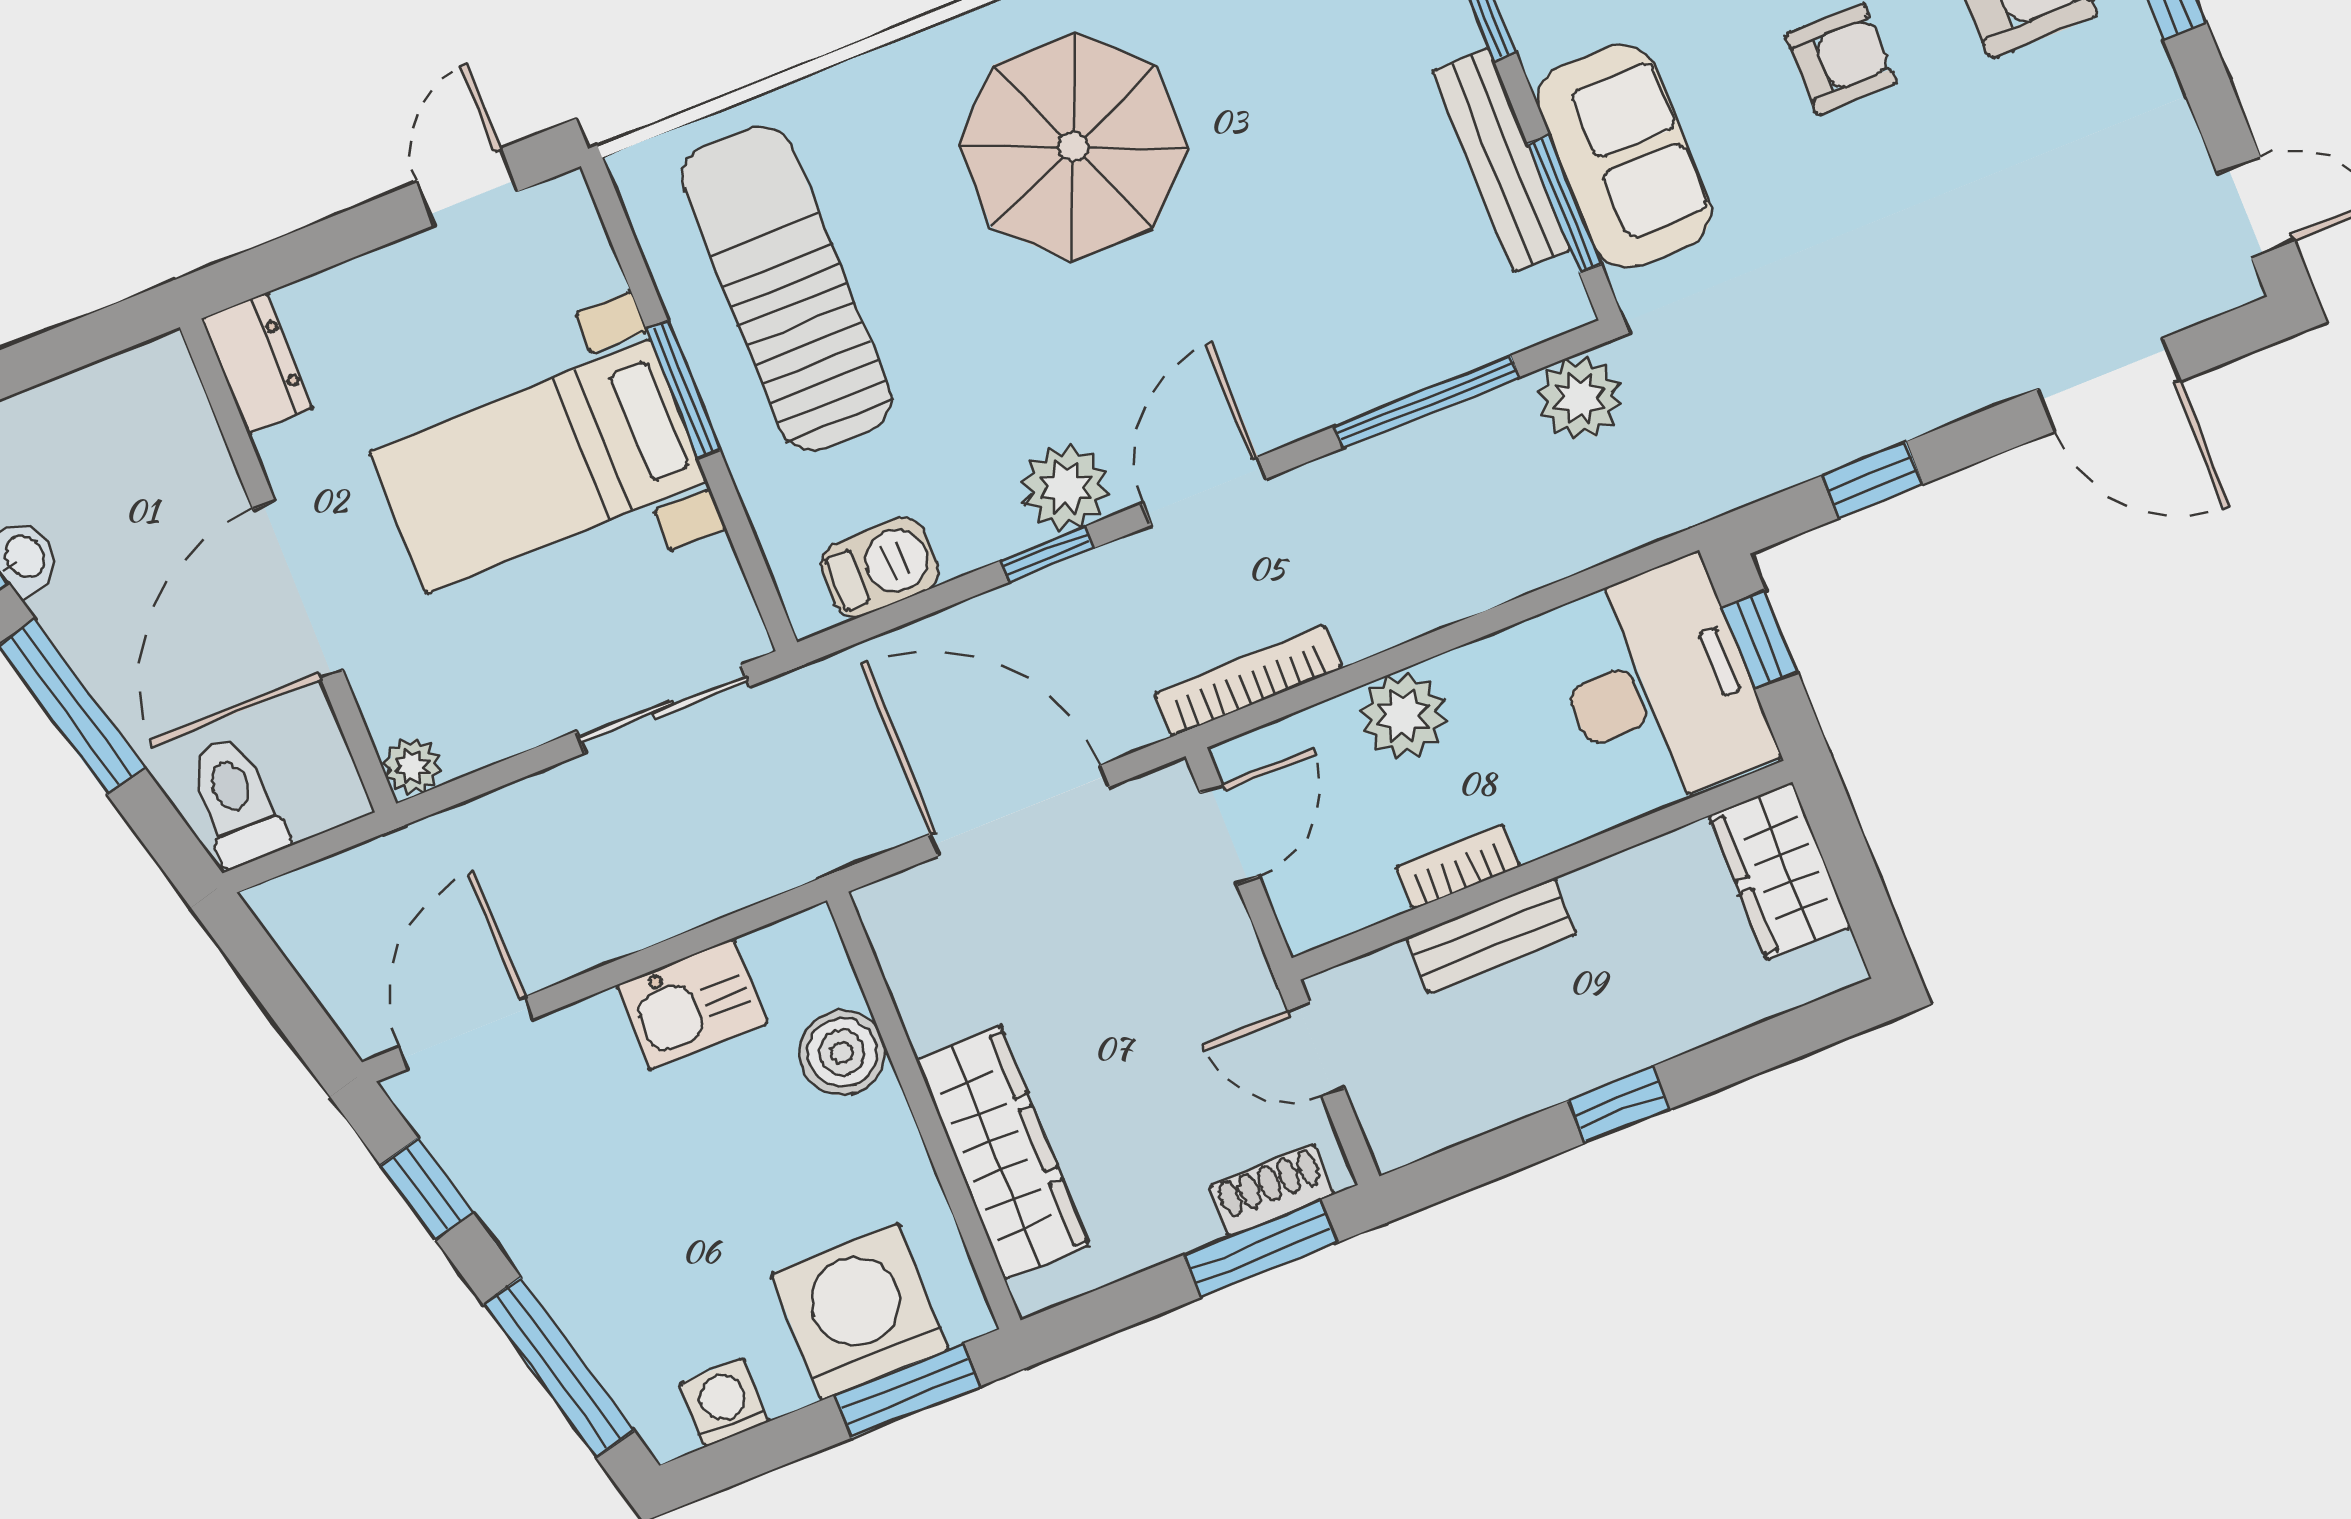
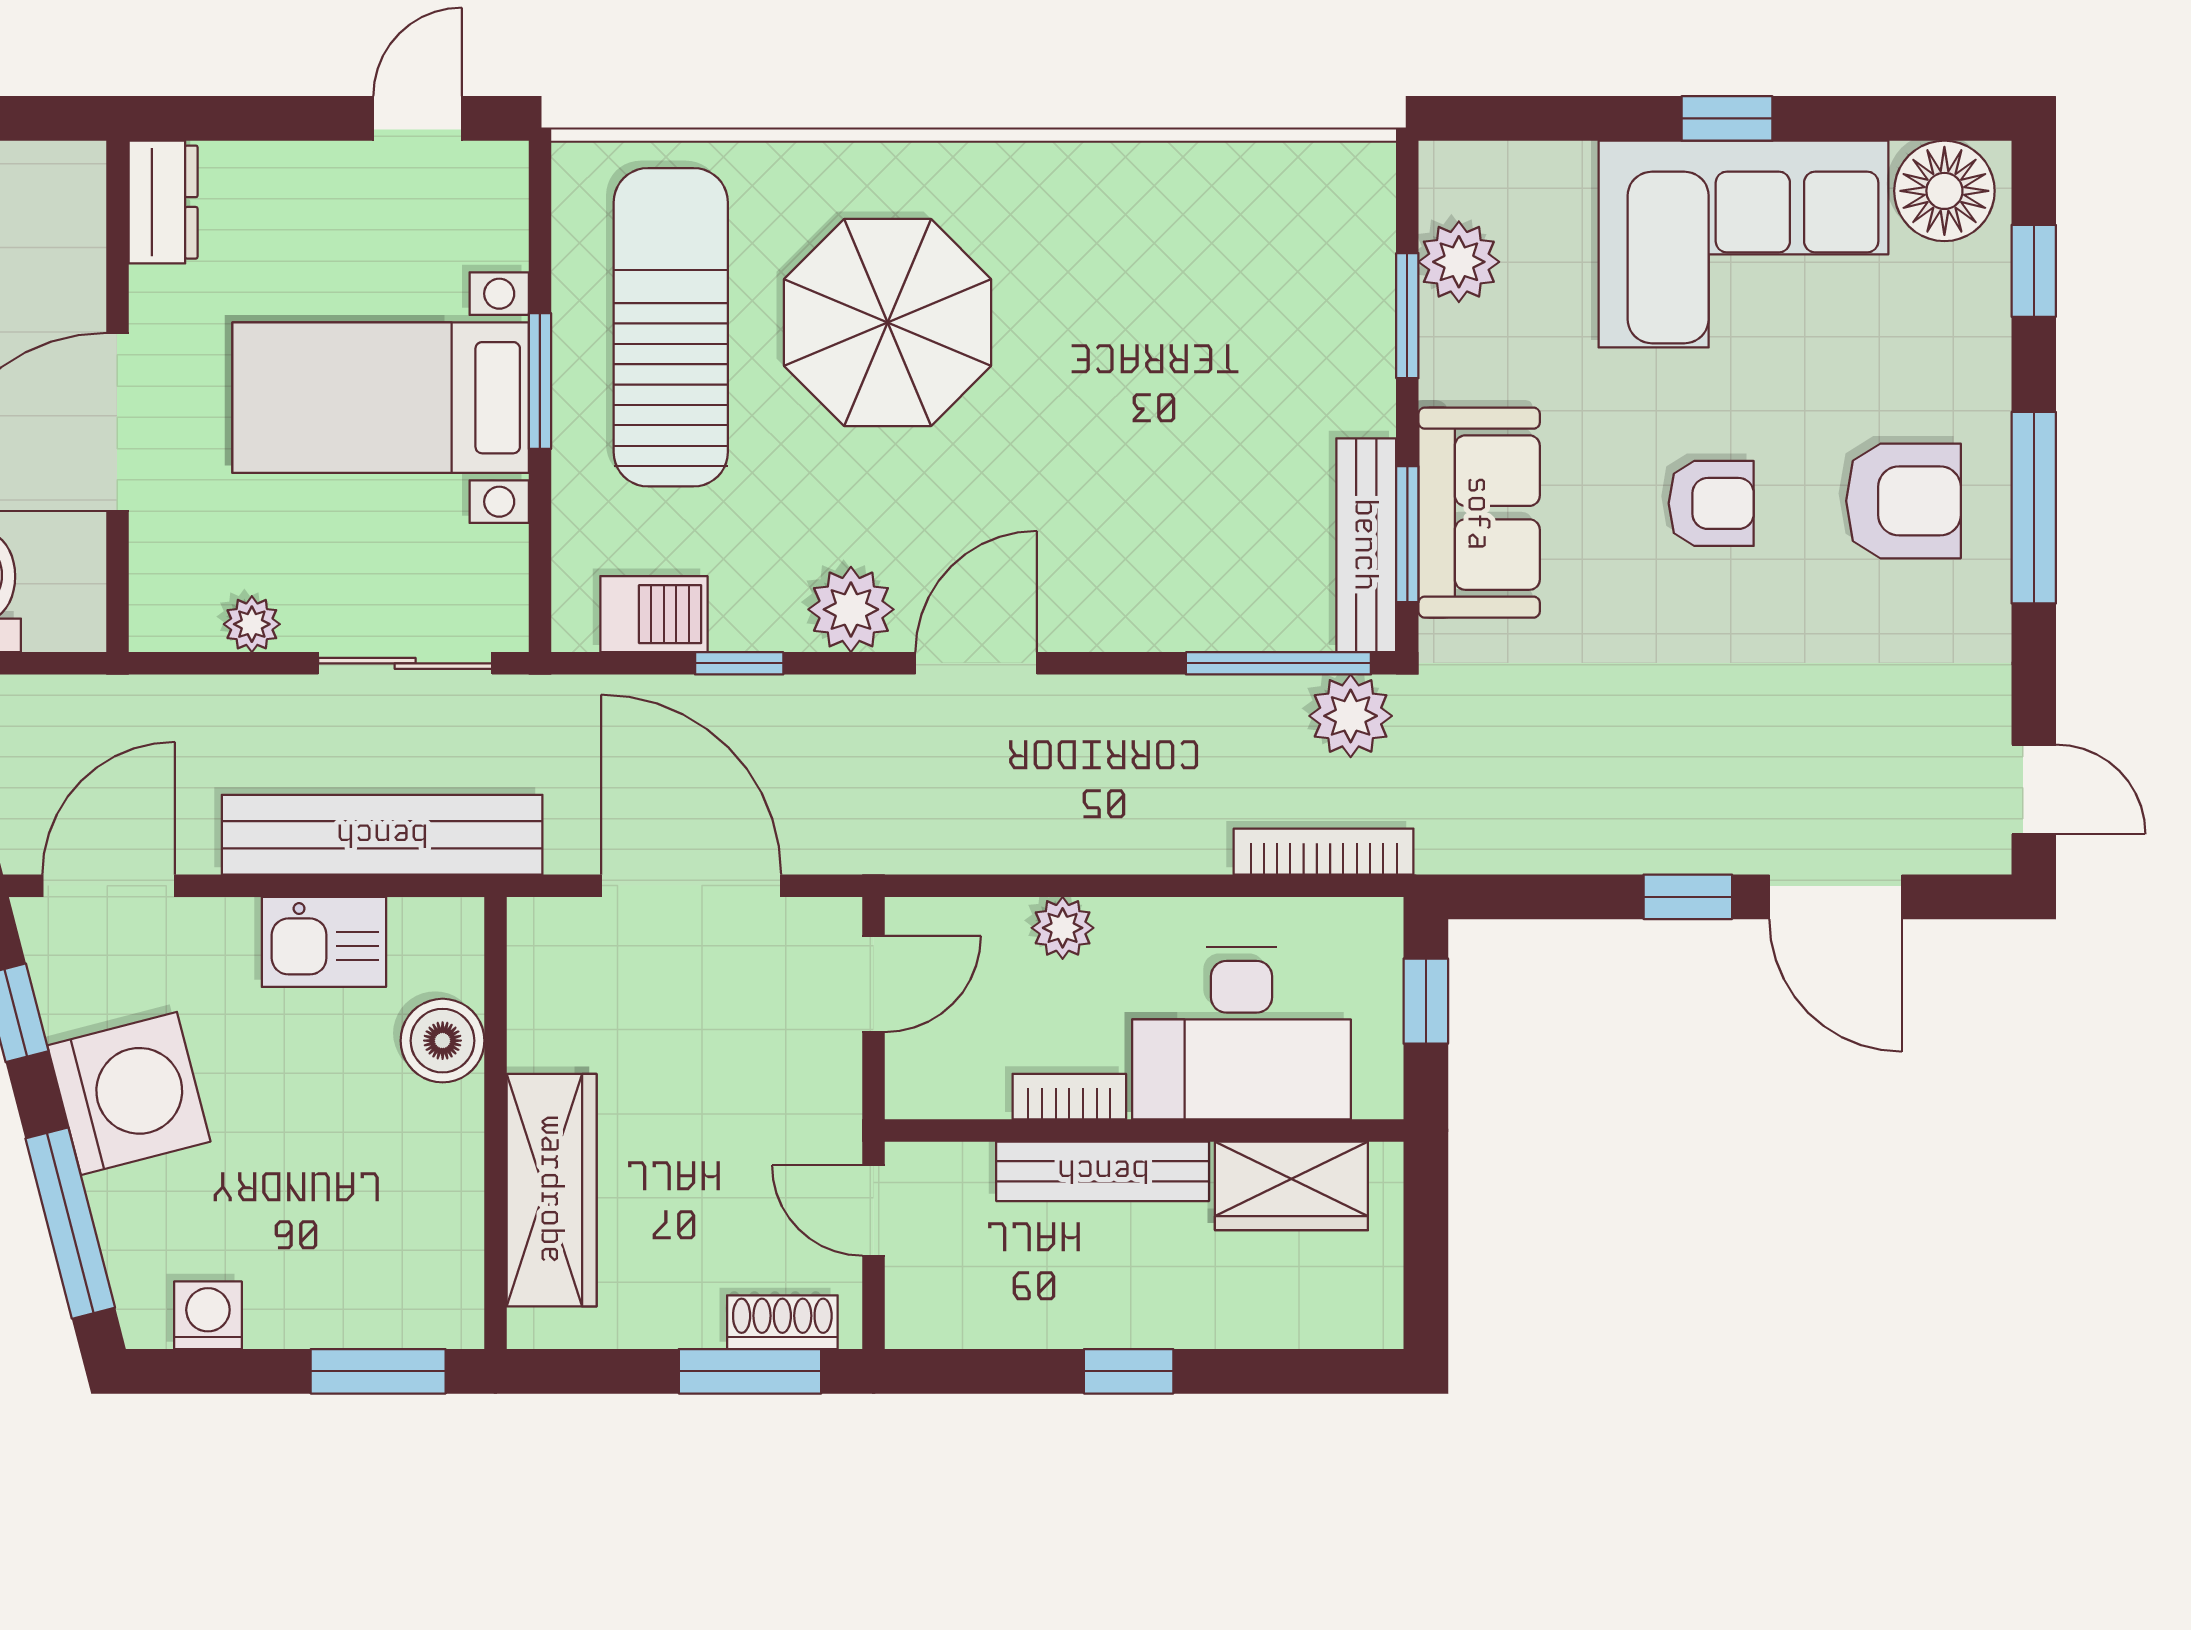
parasol: (1073, 147) -> (888, 322), moved
bench: (1501, 160) -> (1366, 545), moved
window: (1427, 402) -> (1278, 663), moved
window: (1872, 480) -> (1688, 897), moved
window: (1047, 554) -> (739, 663), moved
bookcase: (1248, 681) -> (1324, 852), moved
desk: (1659, 686) -> (1242, 1033), moved, turned 90
plant: (1403, 716) -> (1063, 928), width x0.73, depth x0.73
plant: (412, 766) -> (252, 624), moved
wardrobe: (1780, 871) -> (1291, 1186), moved, turned -90
bench: (706, 880) -> (382, 835), added
bench: (1491, 936) -> (1103, 1171), width x1.36
washing machine: (860, 1312) -> (129, 1094), moved, turned 75

